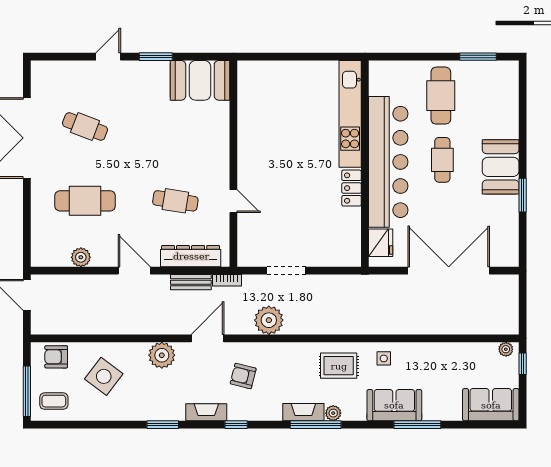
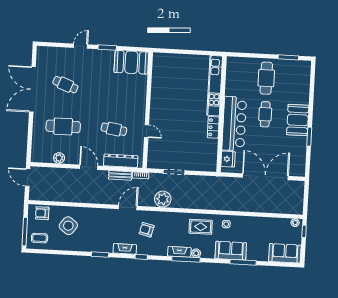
bar counter: (388, 162) -> (234, 124), width x0.73
plant: (162, 355) -> (102, 216), removed

